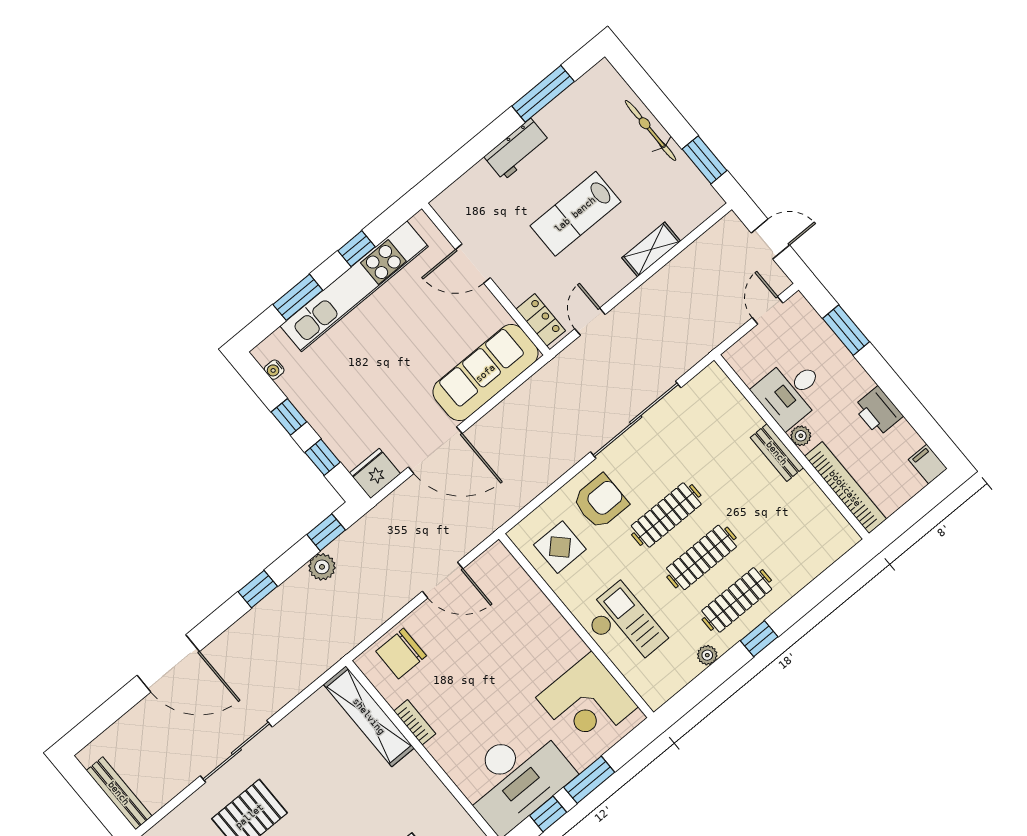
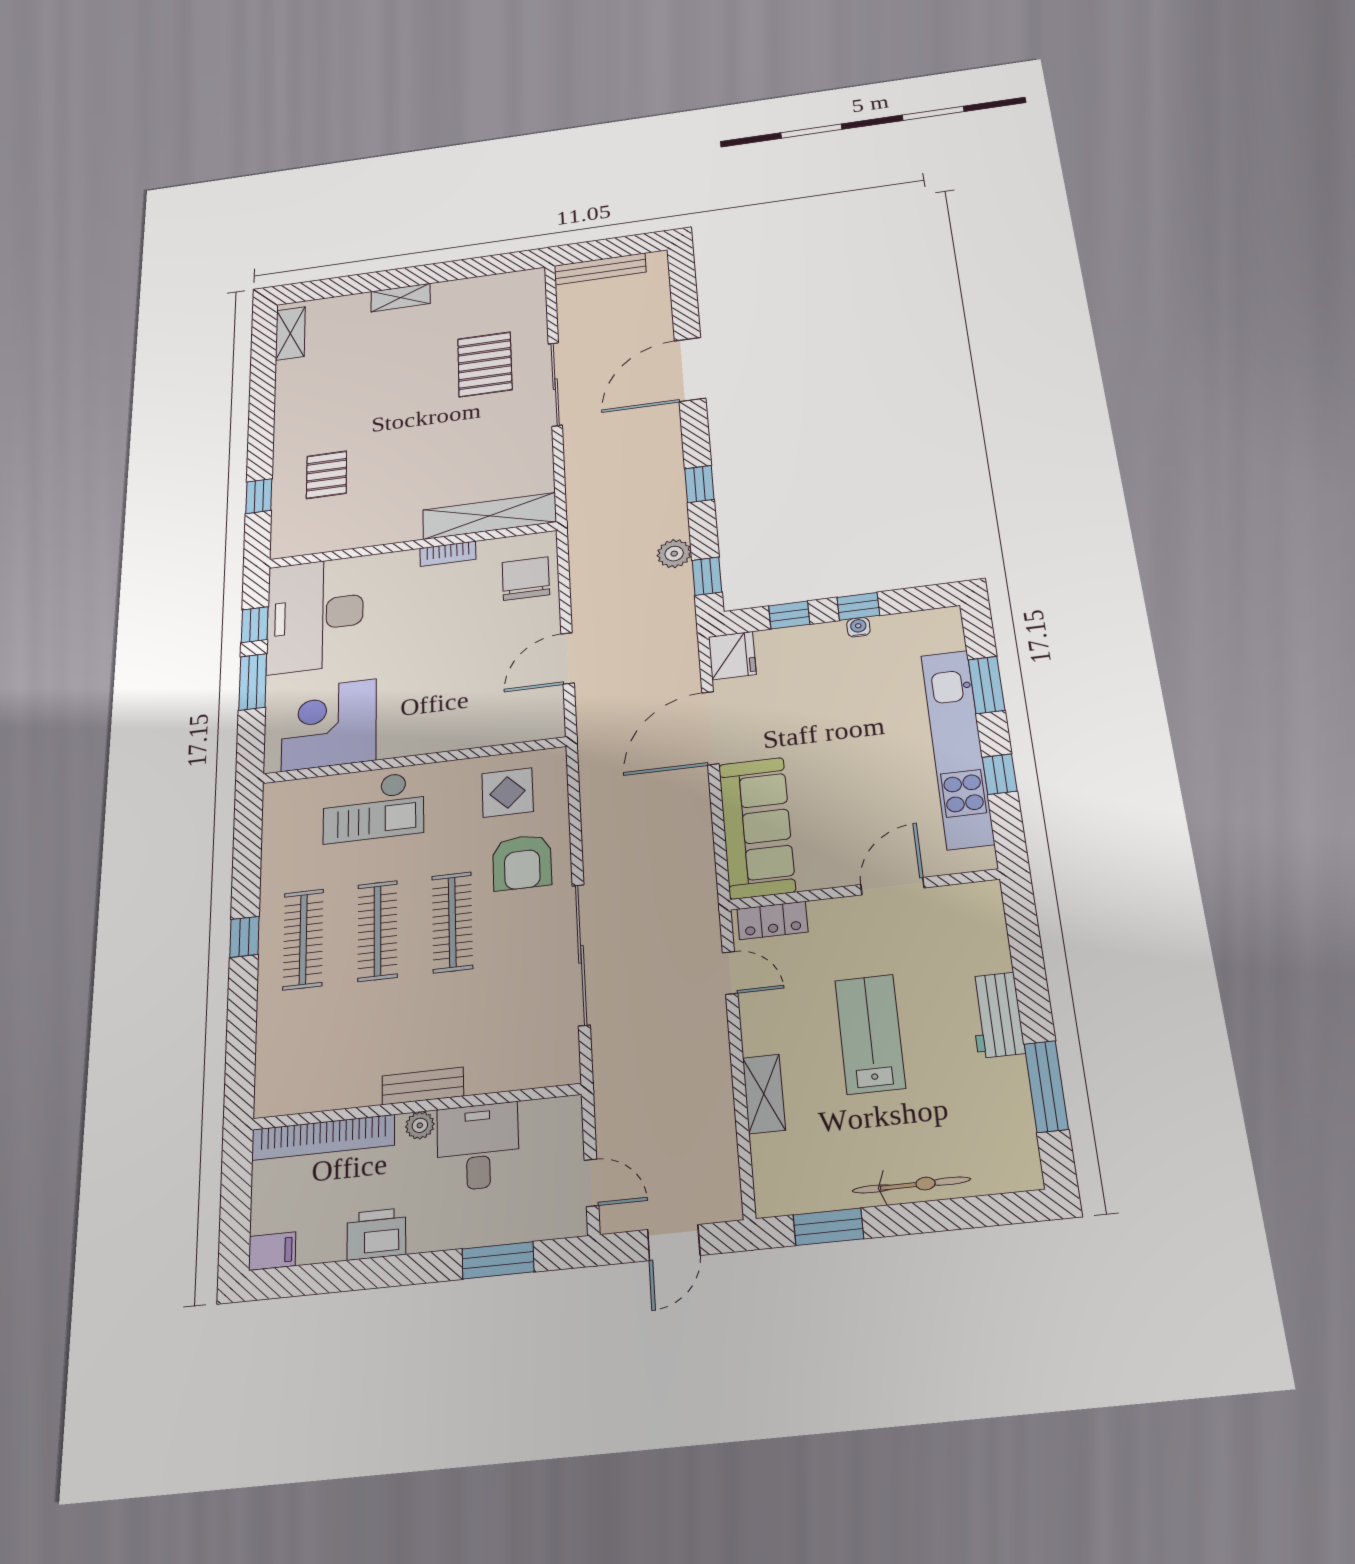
water cooler: (274, 370) -> (858, 627), moved
plant: (707, 655) -> (273, 873), removed

